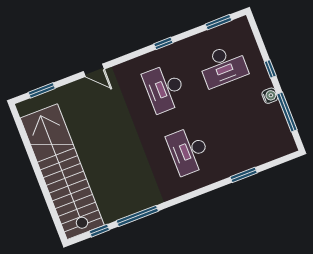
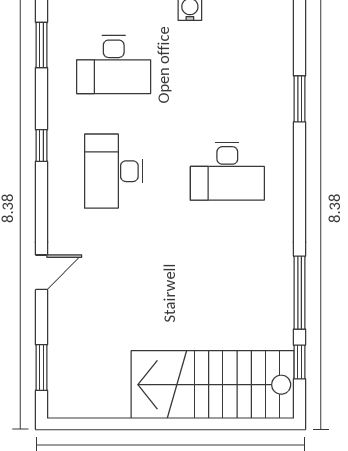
desk: (223, 66) -> (114, 64), turned 90
desk: (165, 88) -> (114, 171), turned 90
stairs: (62, 172) -> (213, 385), width x0.73

